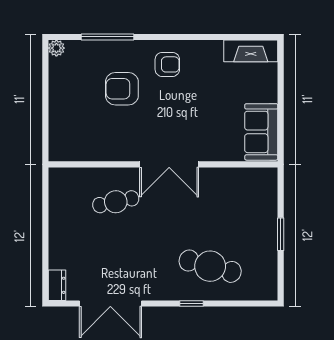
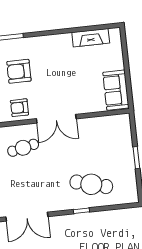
fireplace: (251, 51) -> (91, 38), moved
armchair: (167, 64) -> (19, 108), moved, turned 180

